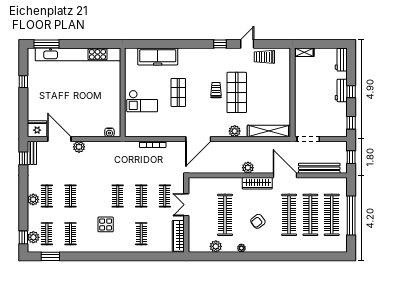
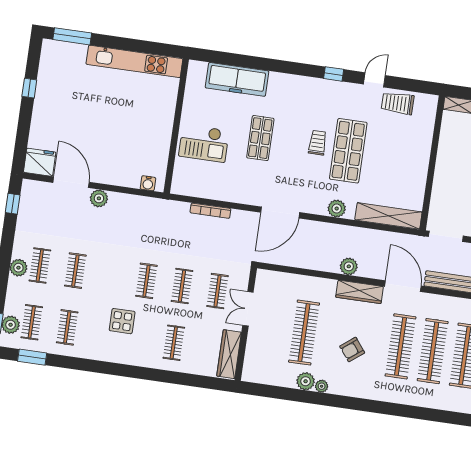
kitchen unit: (78, 54) -> (134, 61), width x0.73
bench: (32, 153) -> (27, 197), removed
plant: (216, 246) -> (306, 381), moved

